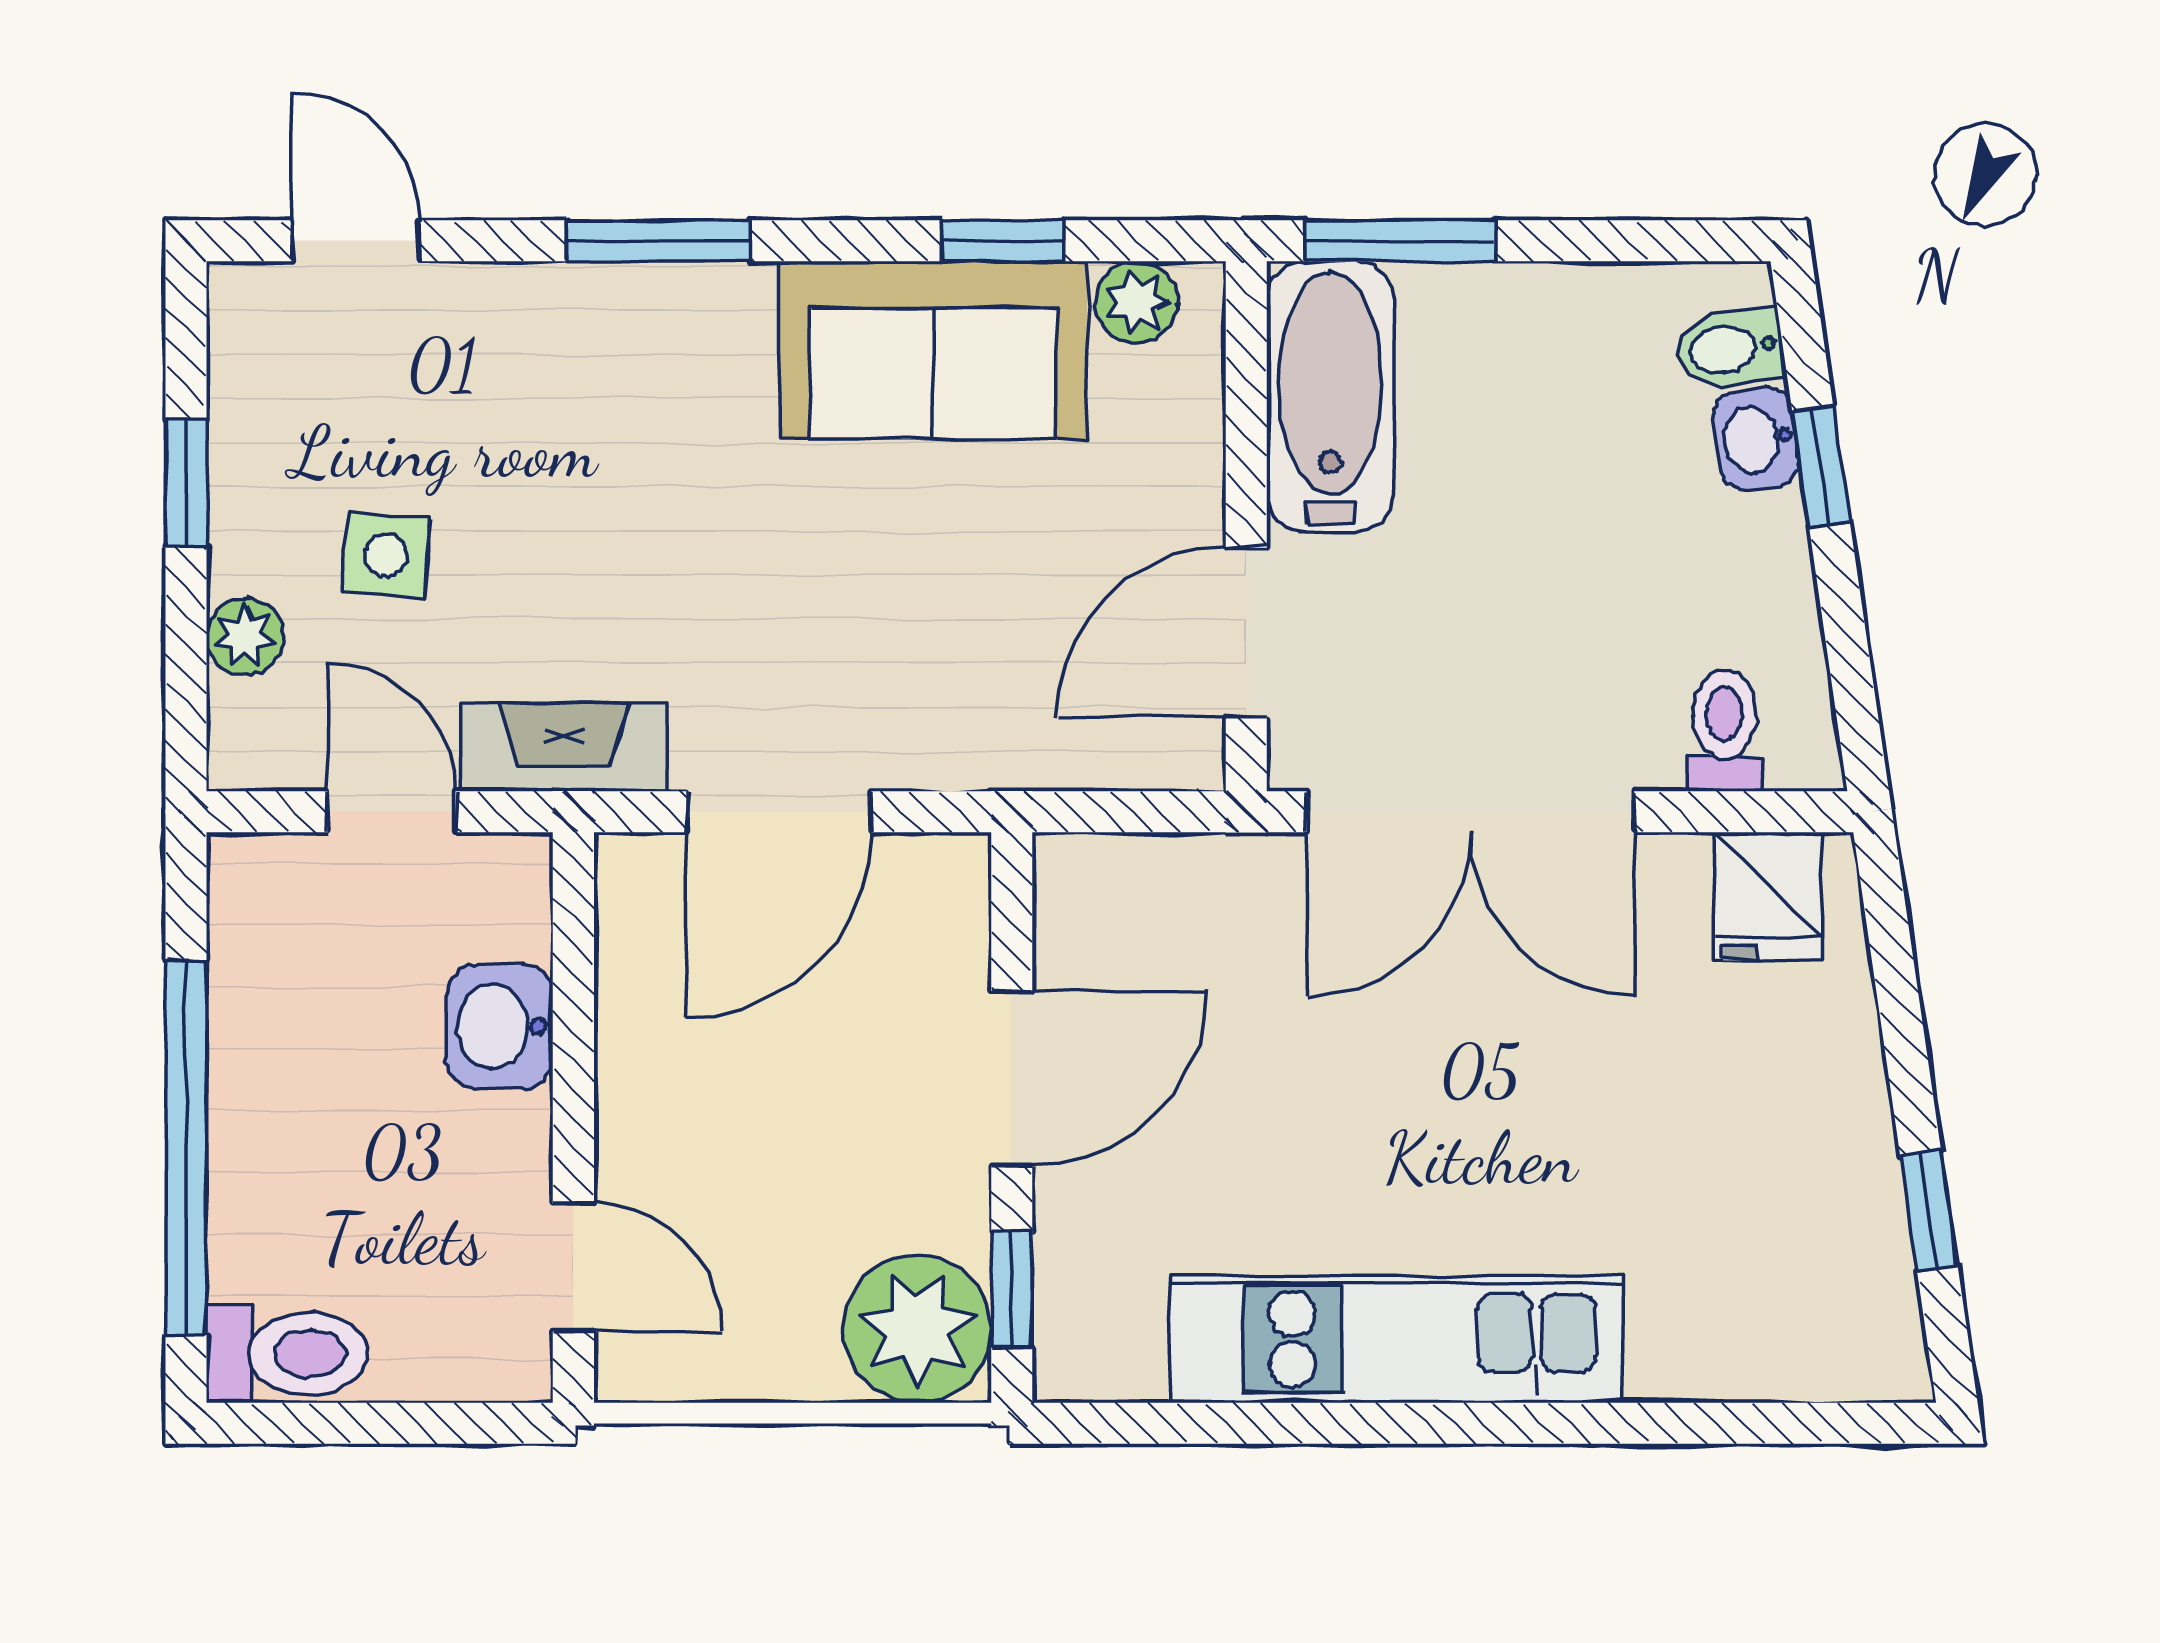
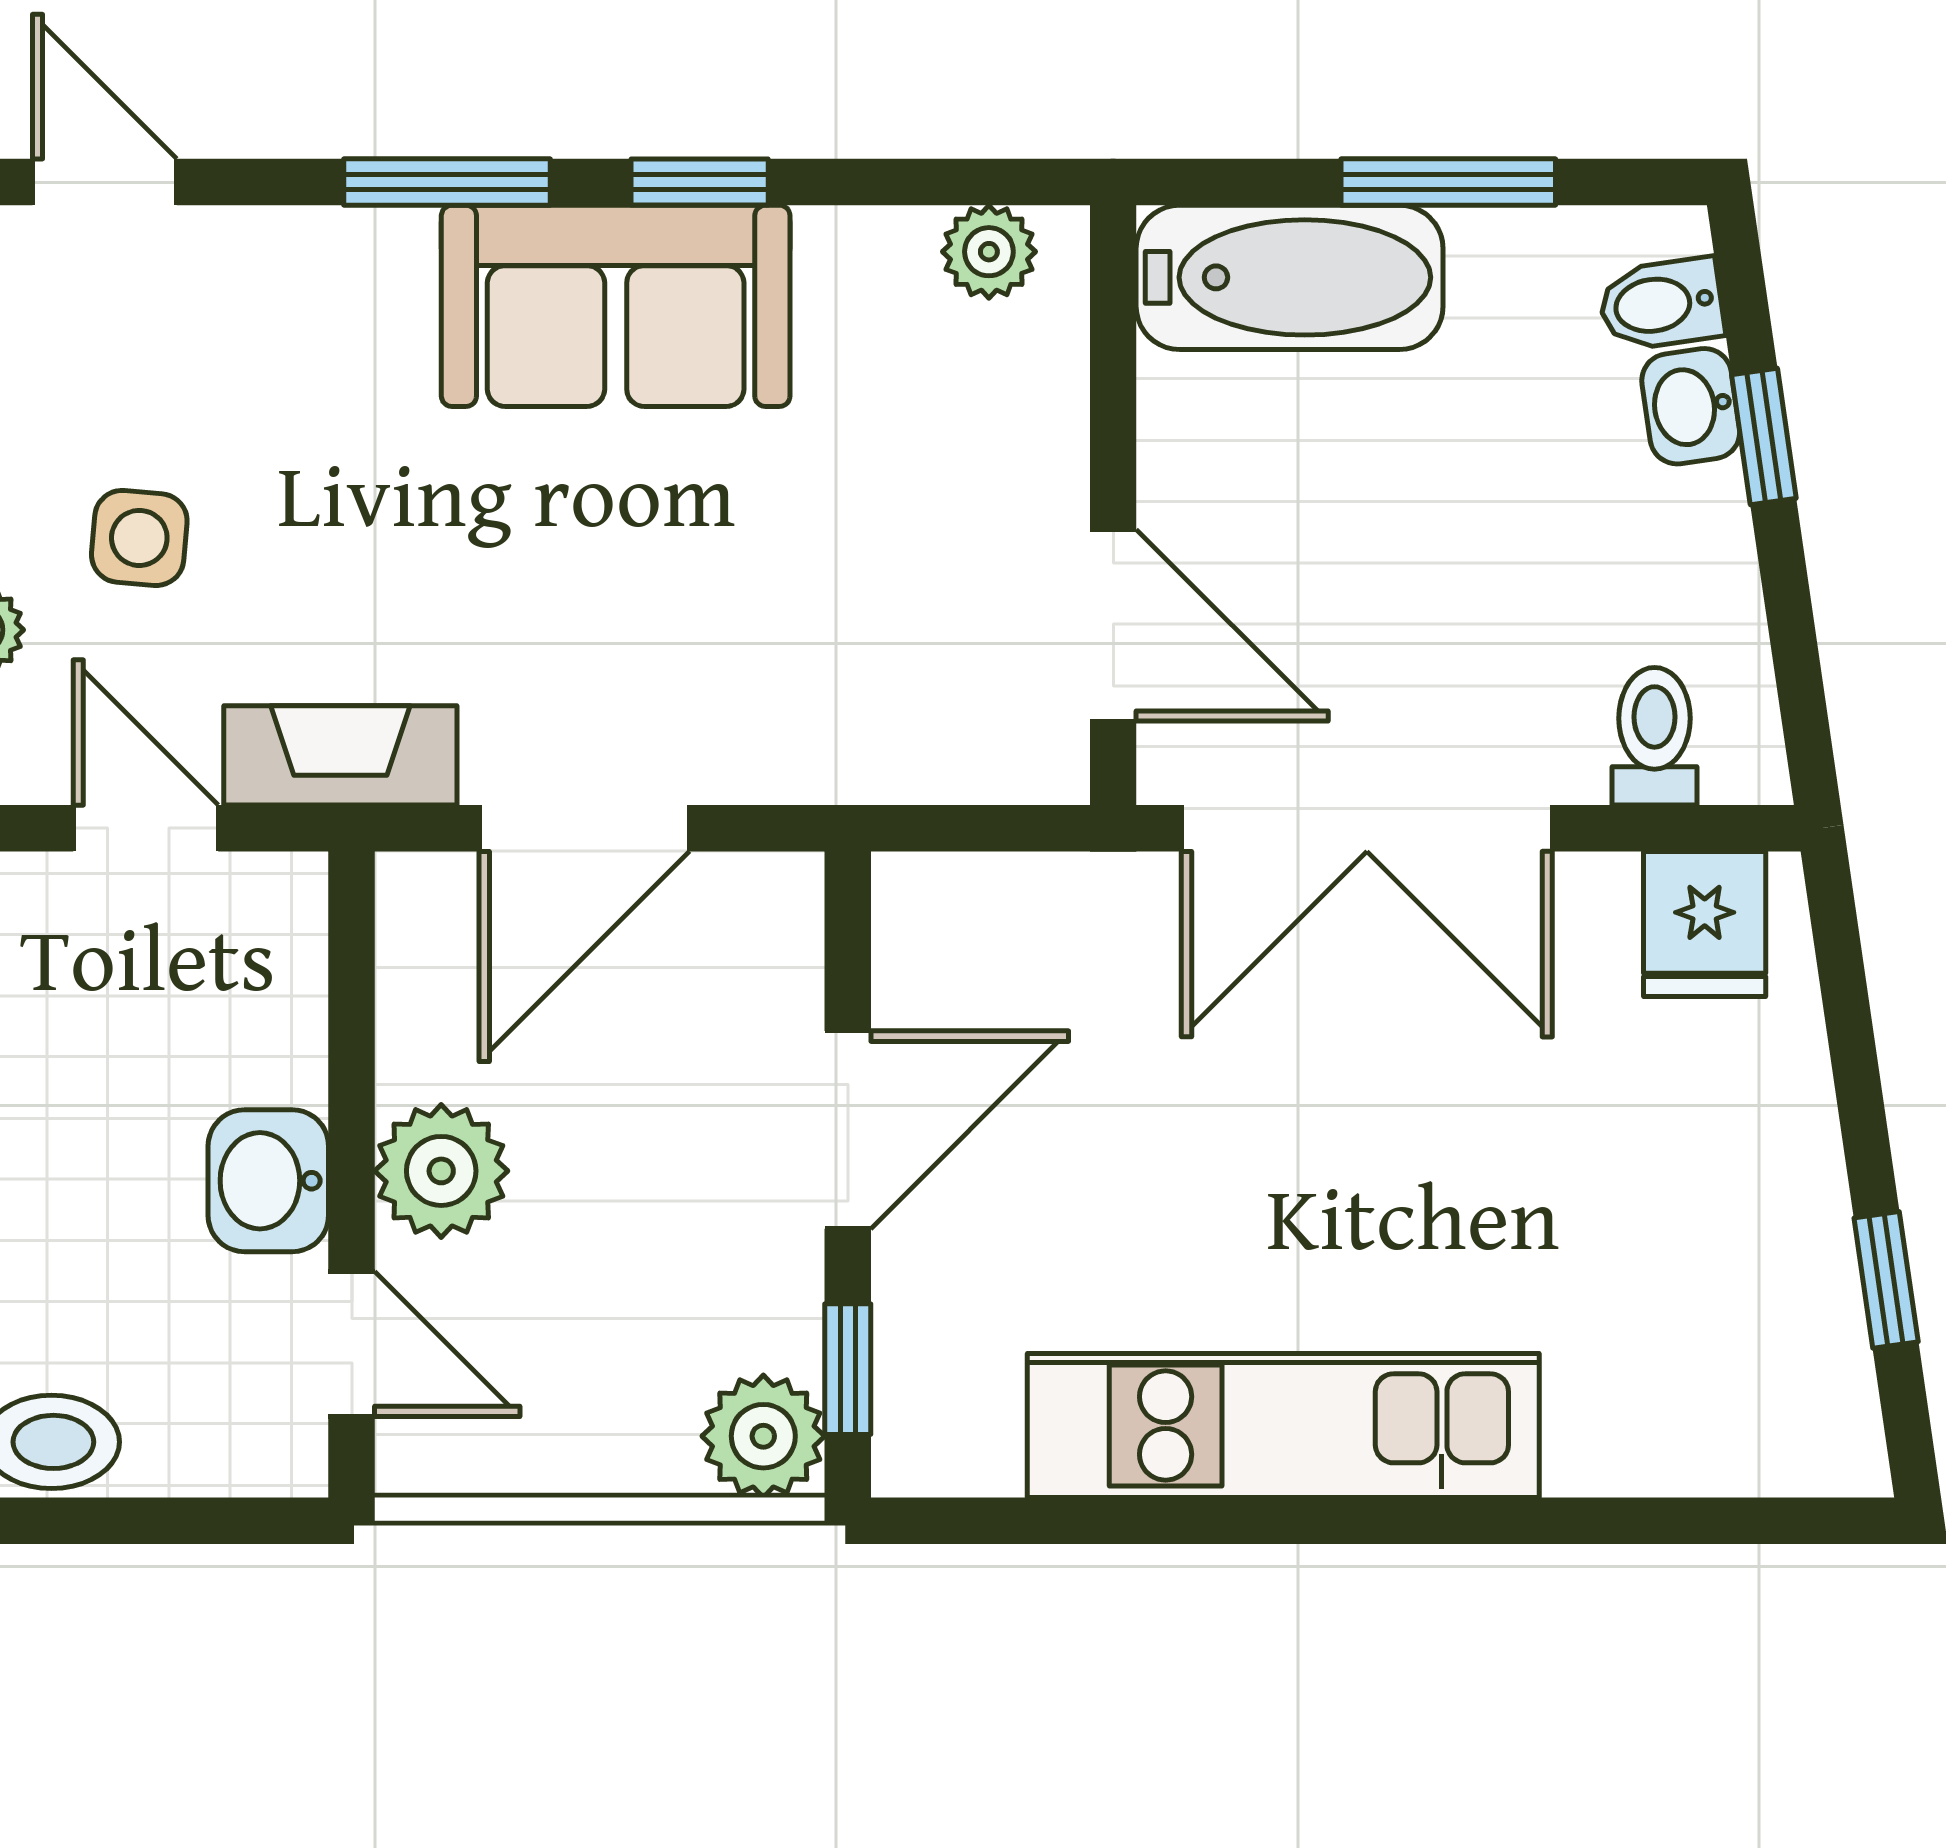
window: (1002, 241) -> (700, 182), moved
window: (1400, 241) -> (1448, 182), moved
sofa: (933, 350) -> (616, 306), moved
bathtub: (1330, 397) -> (1290, 277), moved, turned 90
door: (1246, 632) -> (1113, 625), swing flipped
washbasin: (500, 1026) -> (268, 1181), moved
plant: (653, 1114) -> (441, 1171), added
plant: (917, 1329) -> (763, 1436), width x0.73, depth x0.73

